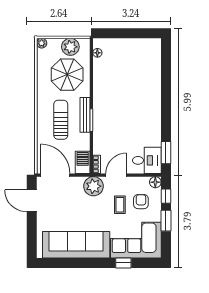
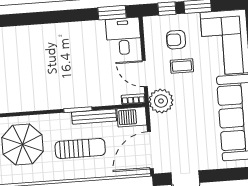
bench: (85, 115) -> (94, 117), moved
sun lounger: (61, 120) -> (80, 148), turned 180
floor lamp: (155, 182) -> (150, 23), removed

